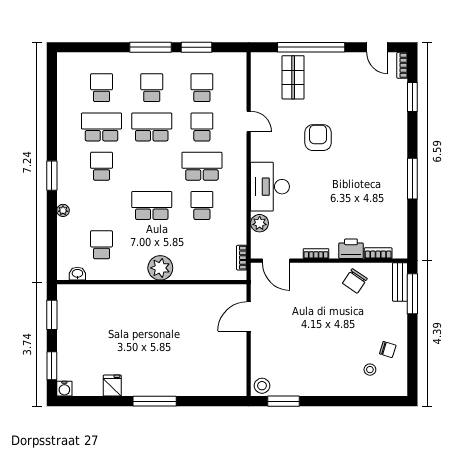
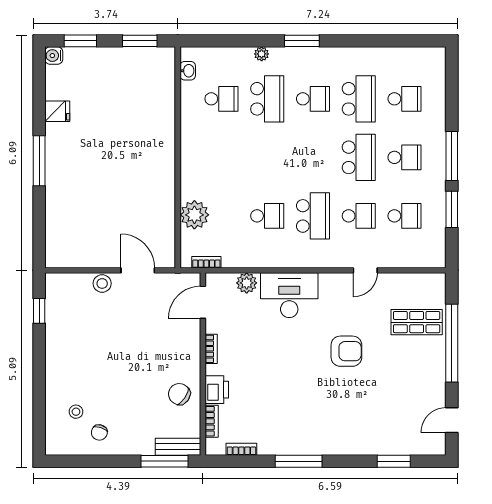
bookcase: (402, 65) -> (241, 449), moved
school desk: (152, 205) -> (267, 99), moved
plant: (160, 268) -> (194, 215), moved
stool: (262, 386) -> (102, 283), moved
window: (283, 401) -> (39, 311), width x0.67

